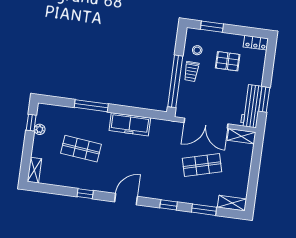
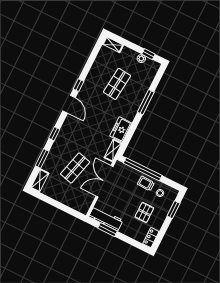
freezer: (130, 124) -> (121, 129), width x0.71
shelving: (241, 136) -> (113, 150), moved
shop shelf: (202, 165) -> (75, 168), turned 30
window: (85, 194) -> (79, 85), moved

